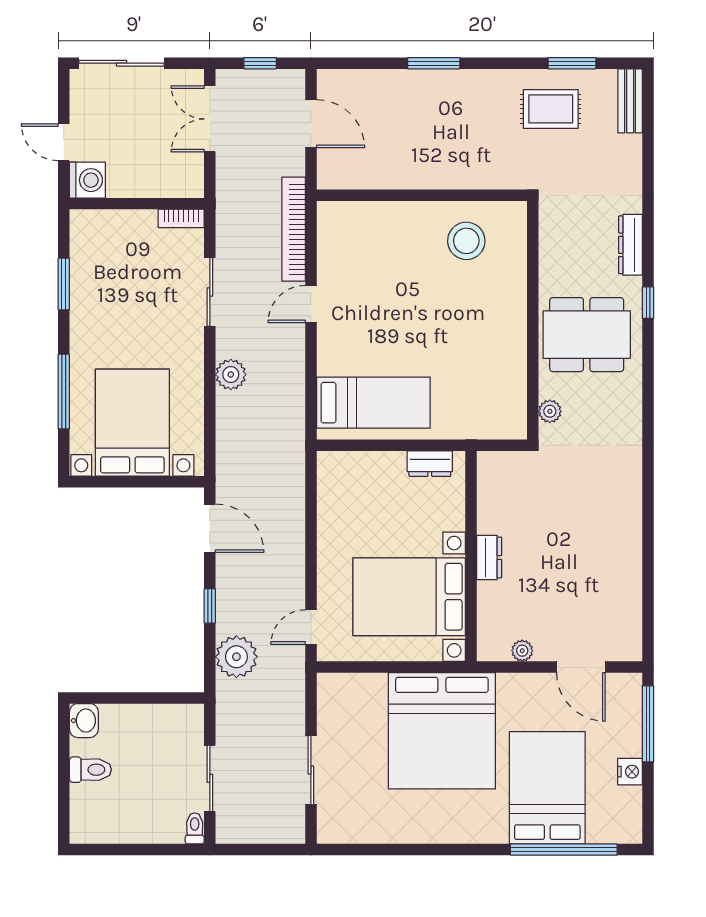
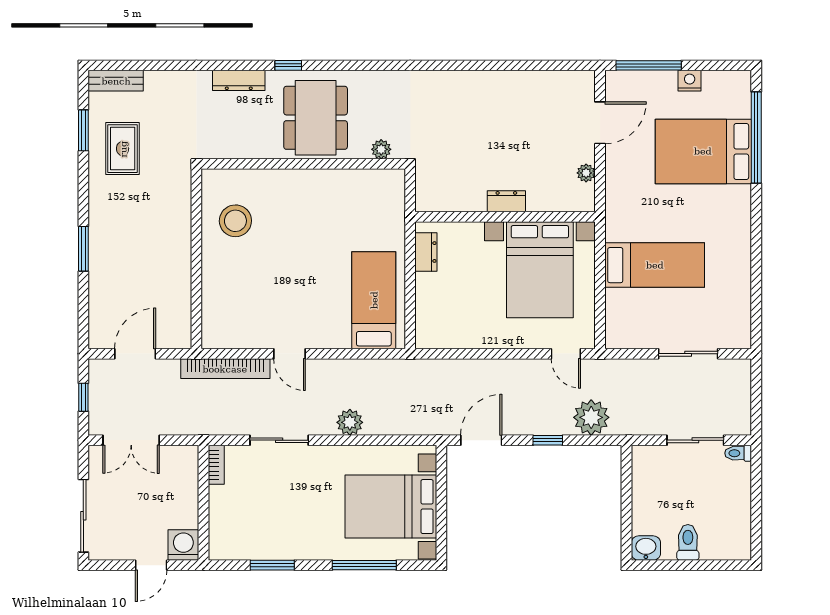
bed: (442, 731) -> (655, 265), width x0.49

